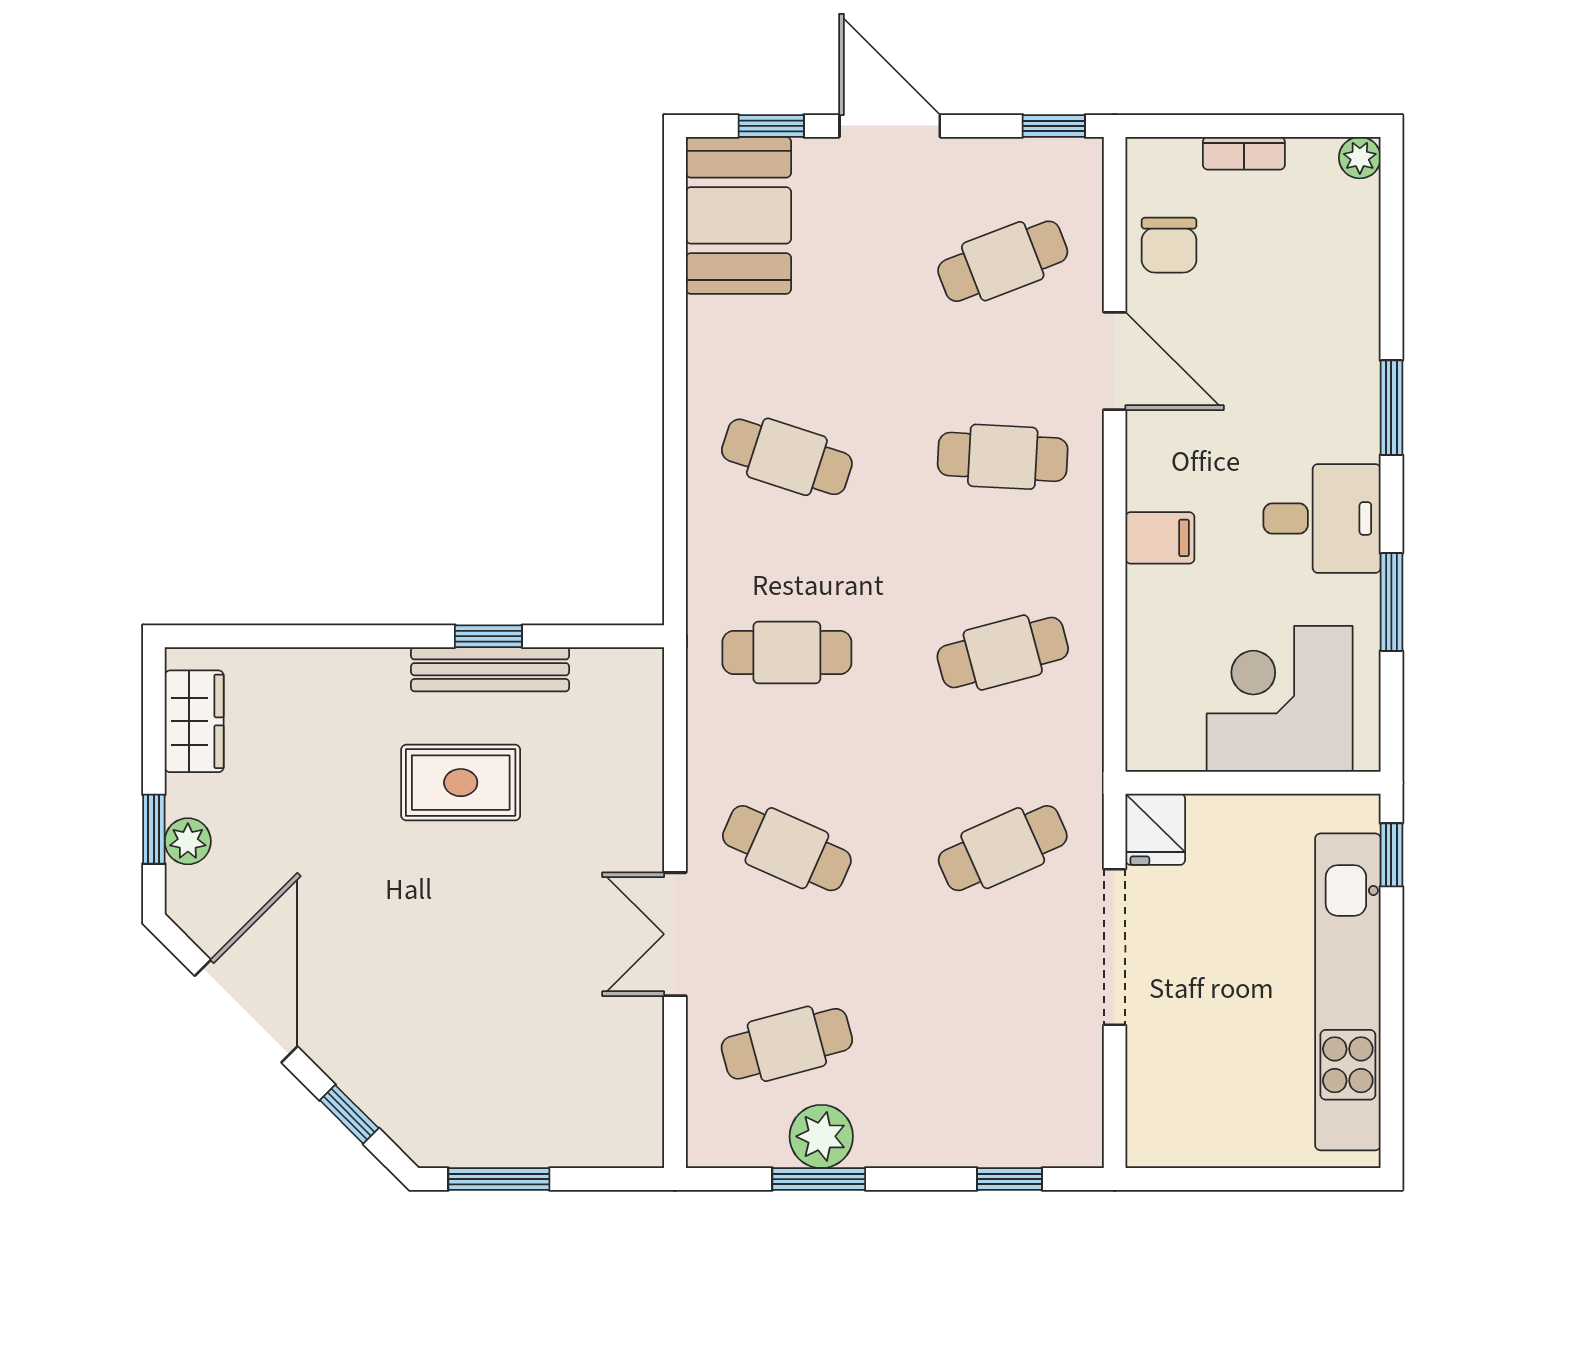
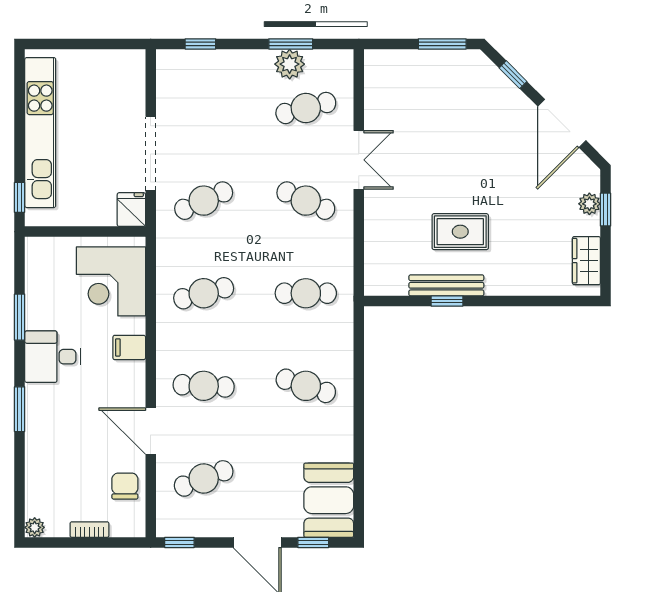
corner desk: (1280, 699) -> (111, 281), moved, turned 90

